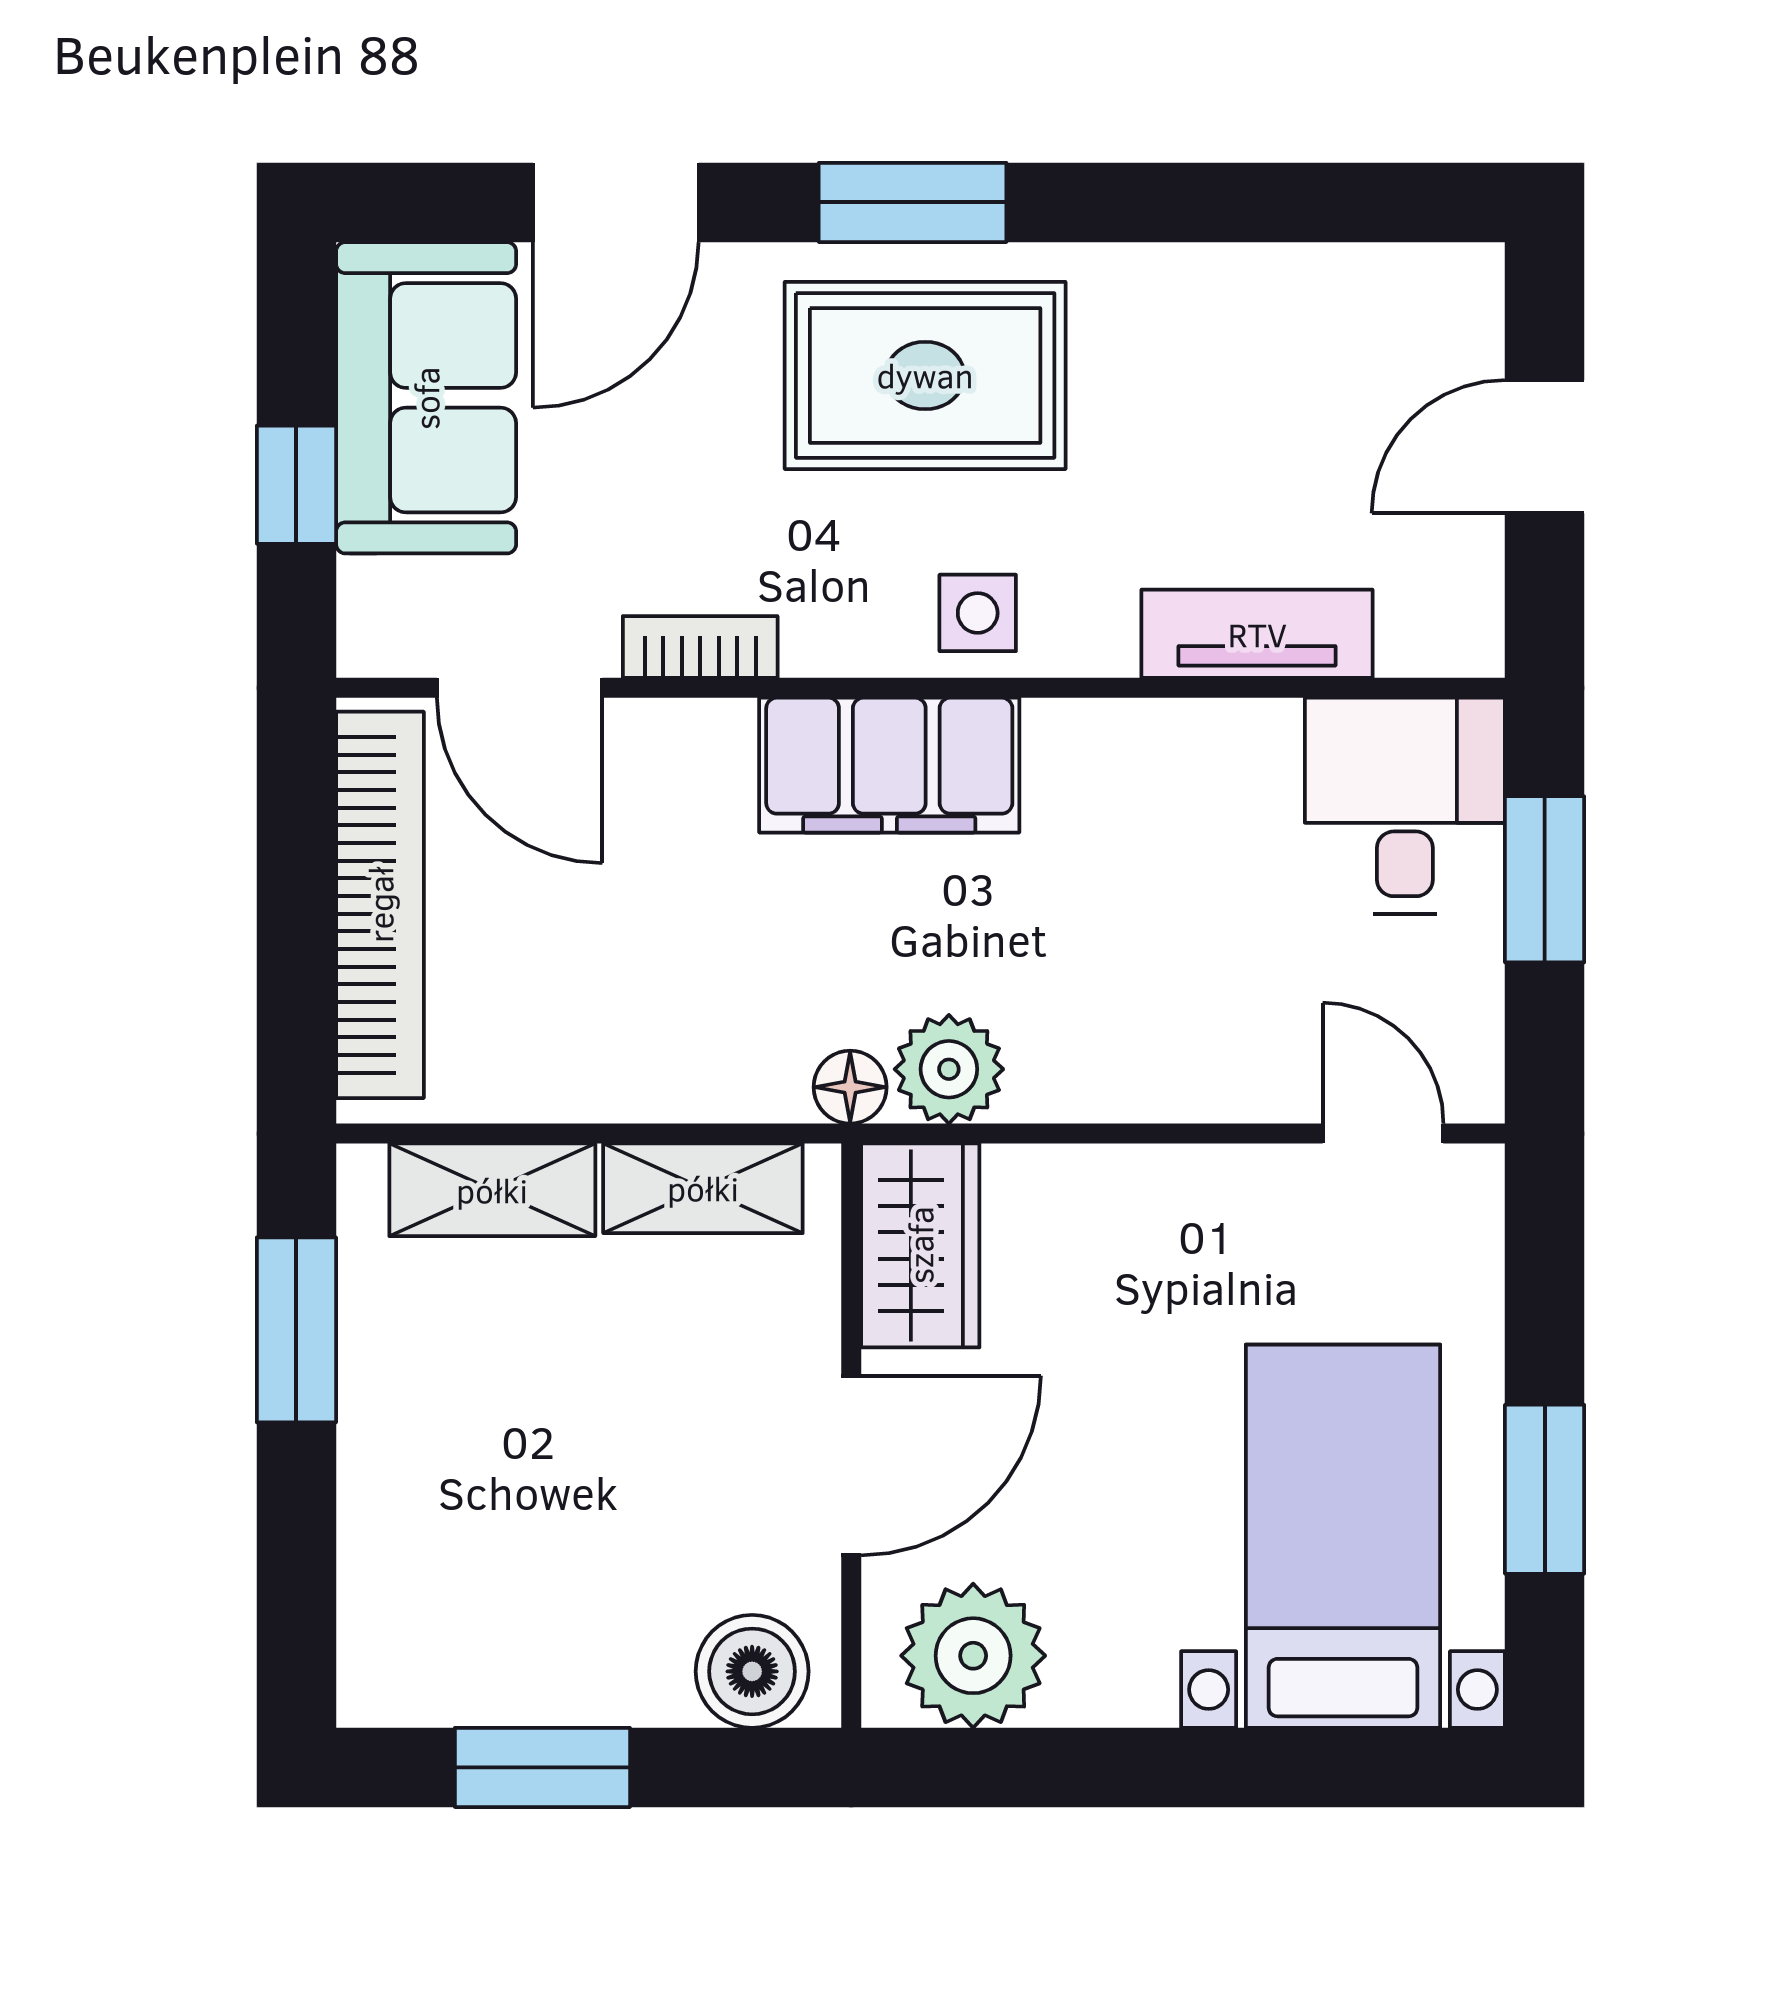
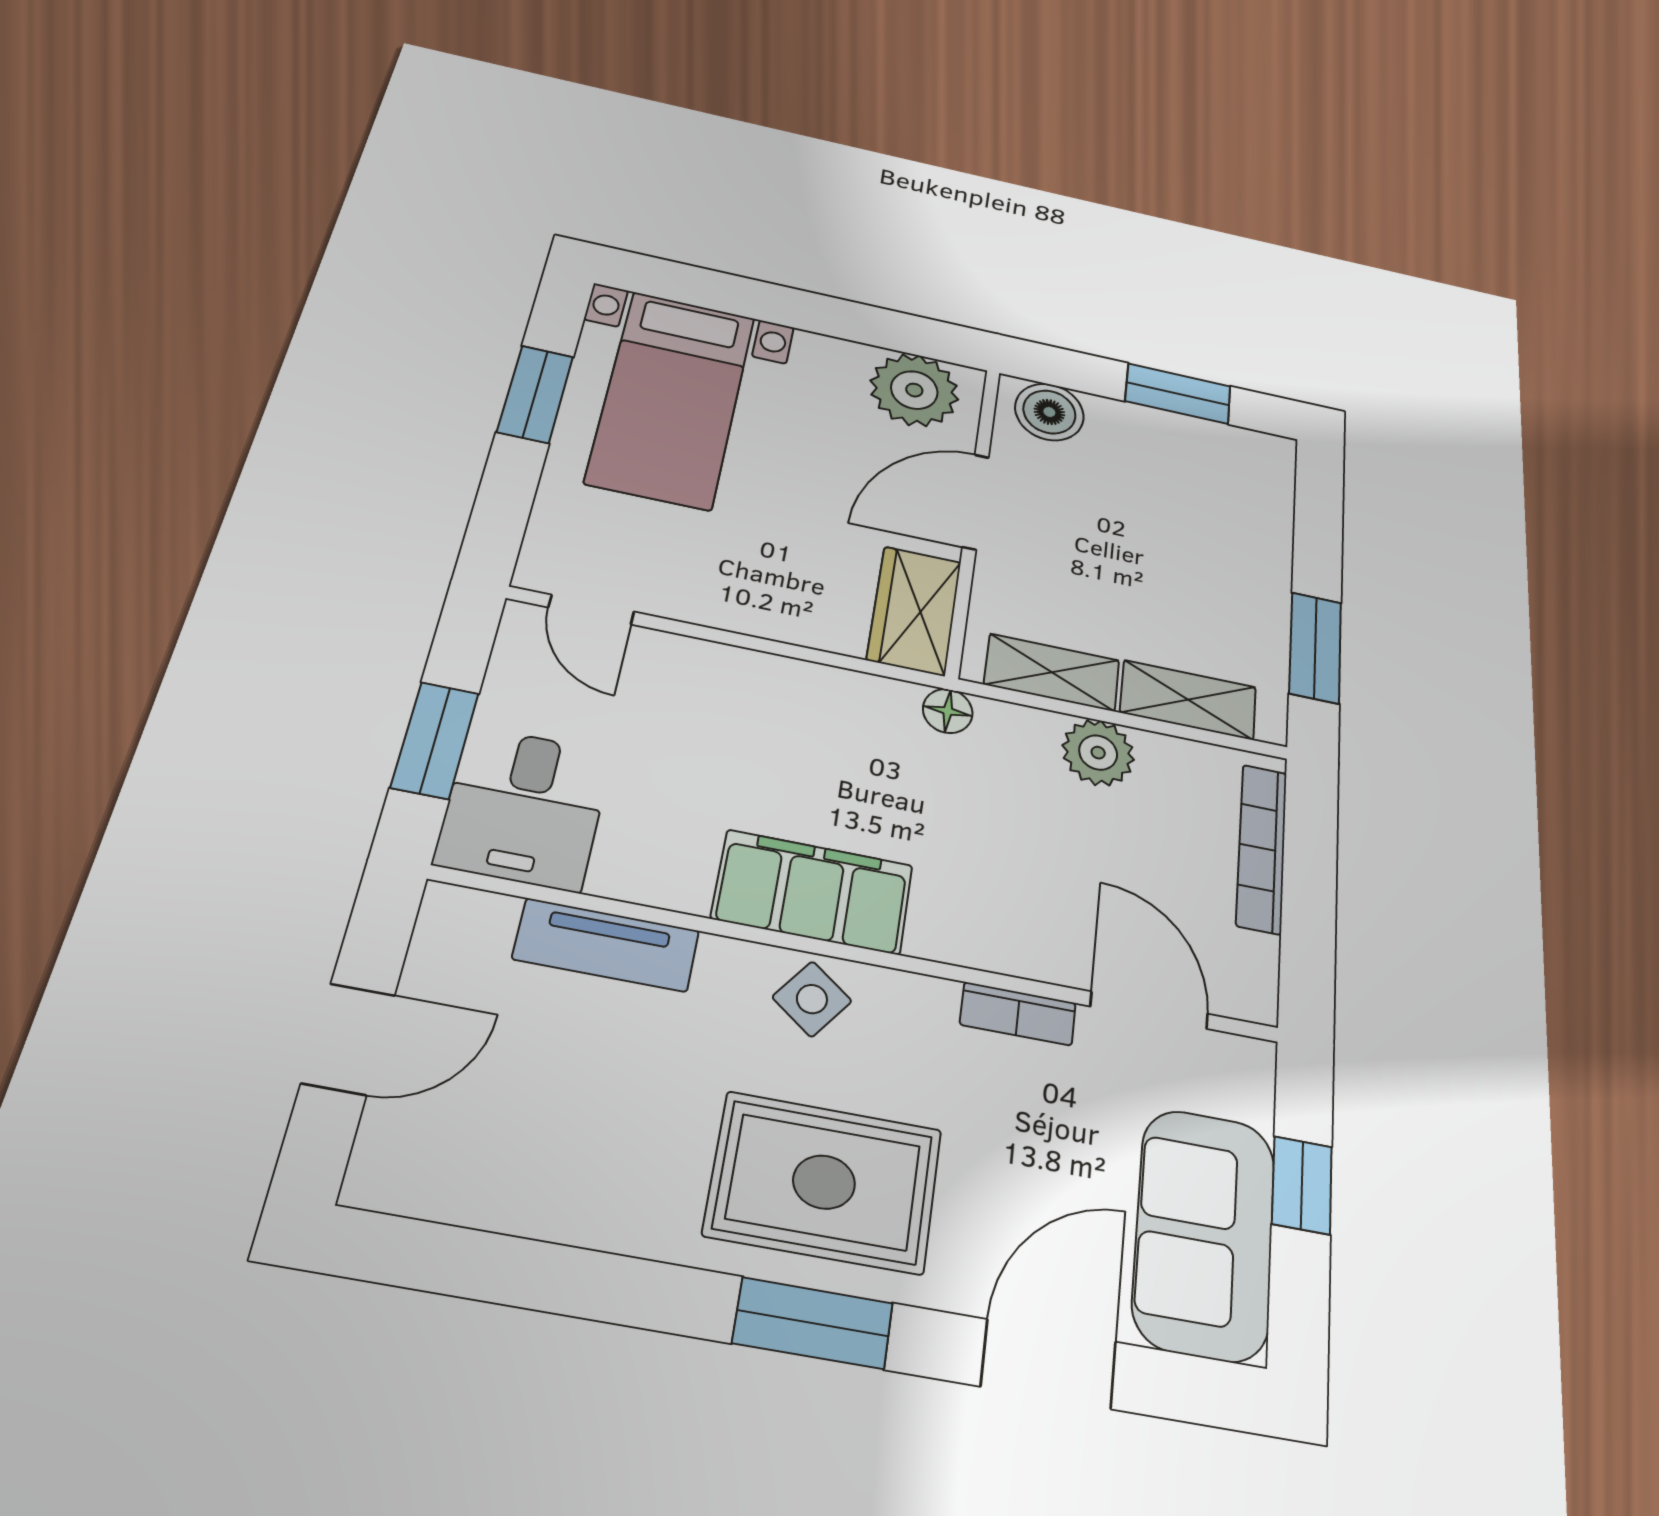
side table: (978, 613) -> (812, 999), turned 37
filing cabinet: (889, 765) -> (813, 892), moved
bookcase: (380, 905) -> (1262, 848), width x0.68, depth x0.76
plant: (949, 1069) -> (1098, 753), moved

